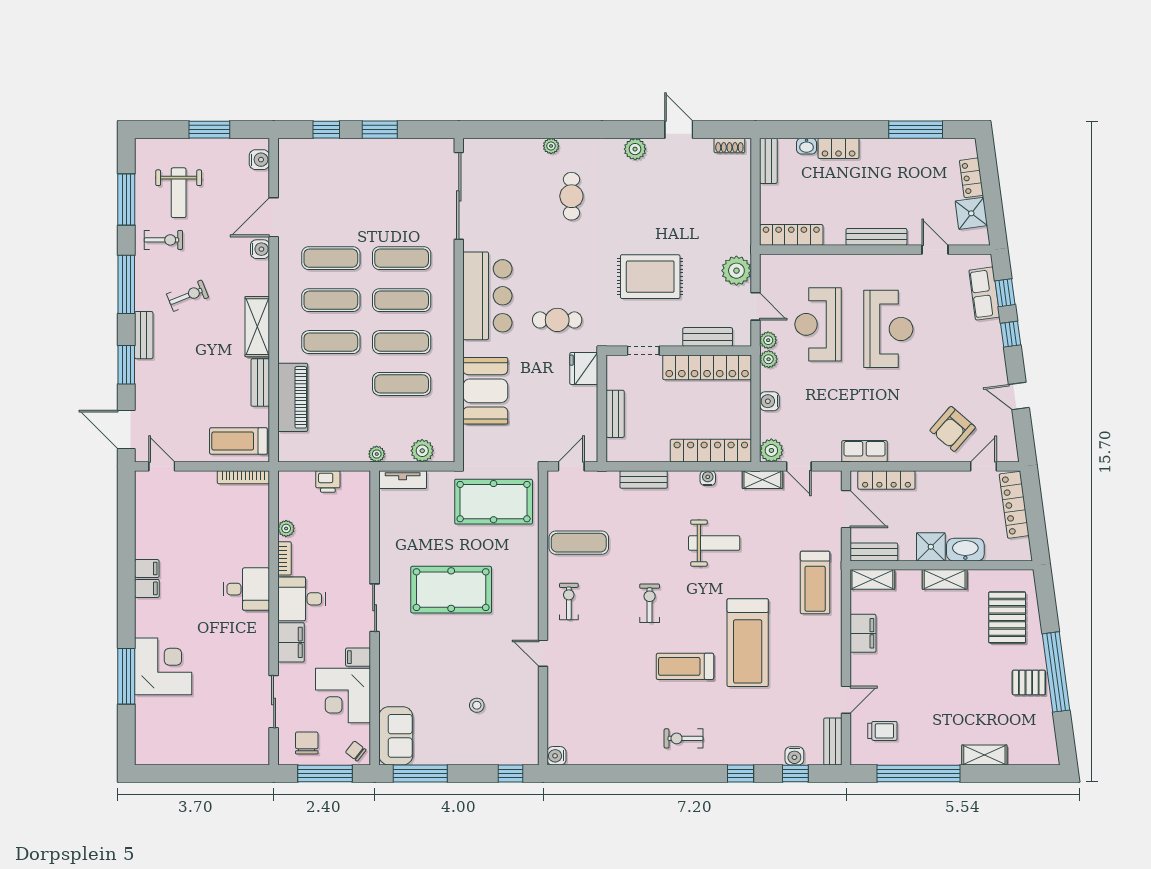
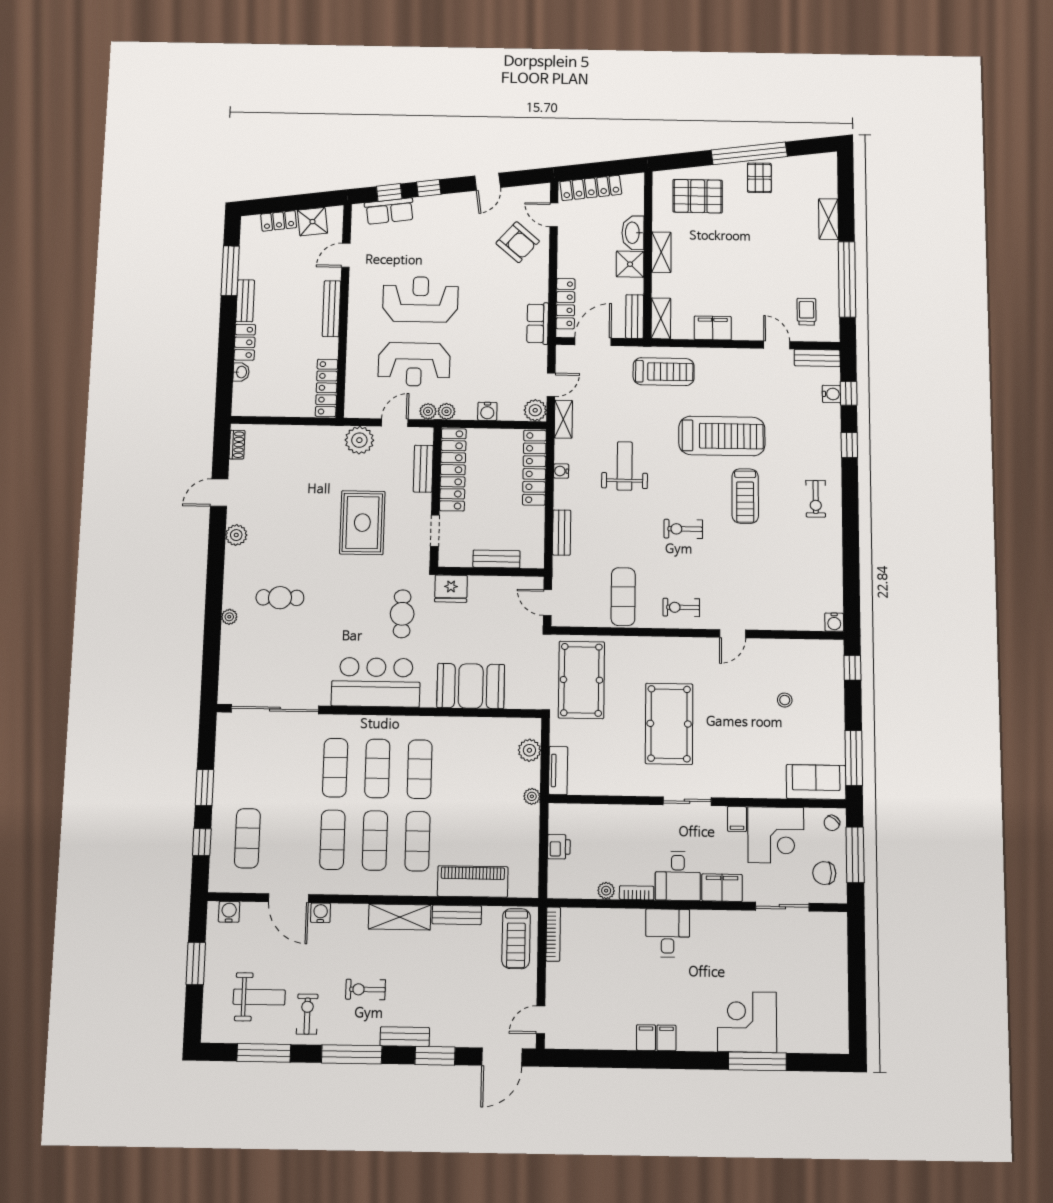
bench: (768, 161) -> (245, 301), moved, turned 90
exercise bike: (188, 296) -> (366, 989), turned -68
exercise mat: (402, 384) -> (247, 838), moved

